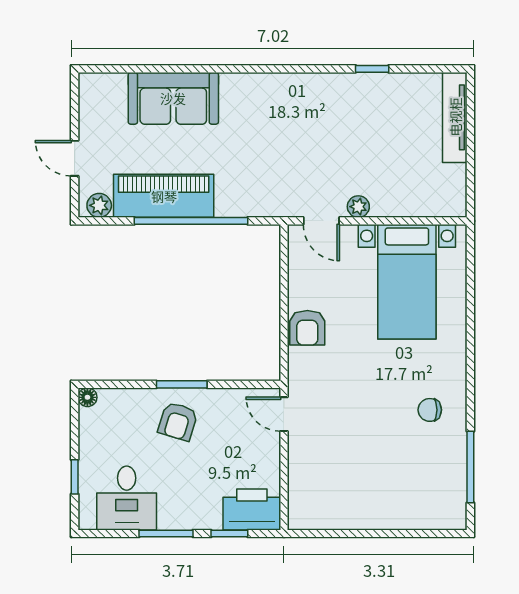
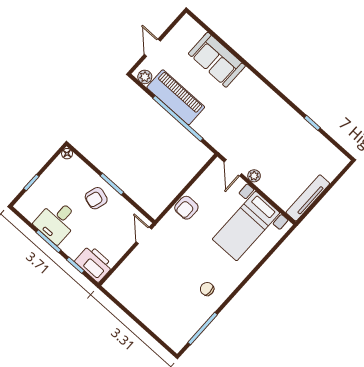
tv unit: (455, 117) -> (308, 198), moved
desk: (127, 498) -> (57, 221), moved

